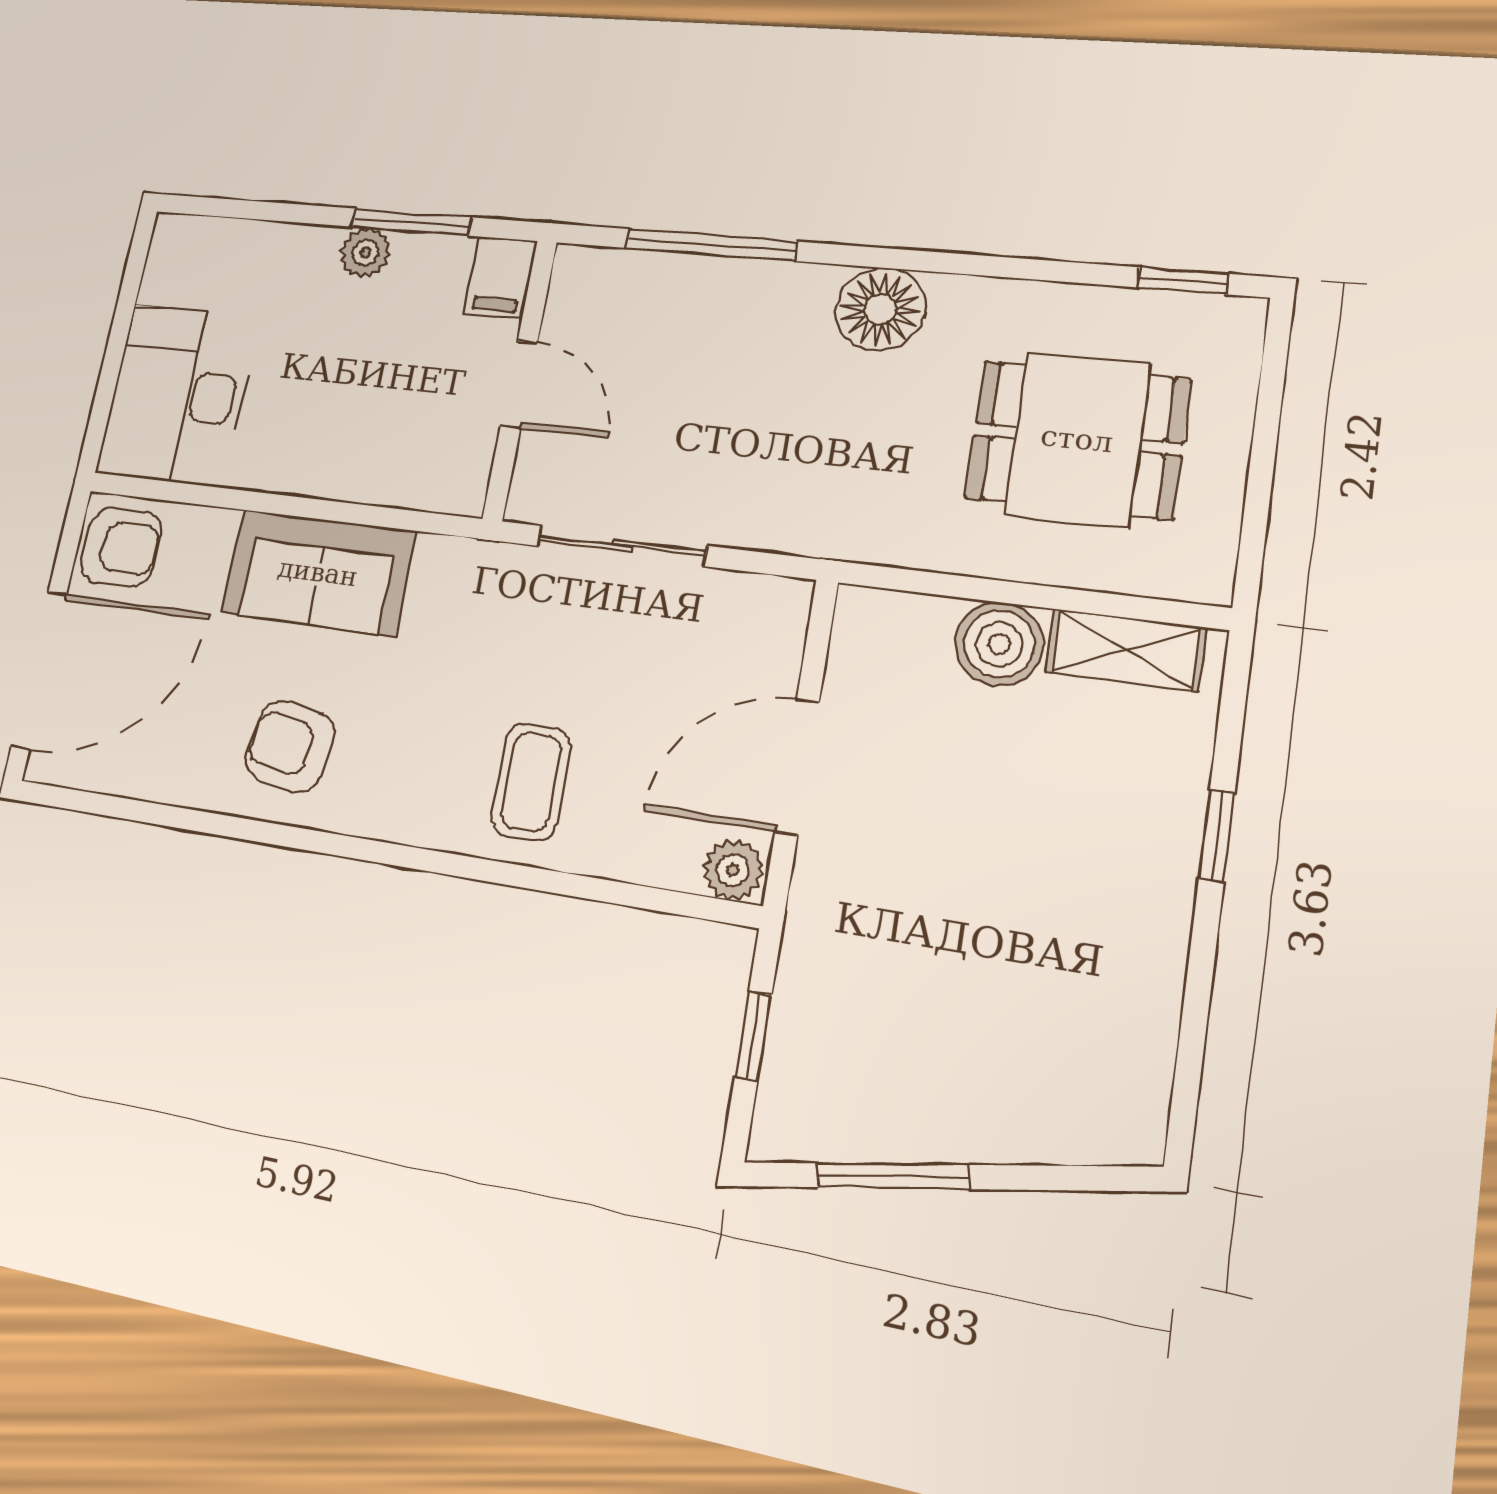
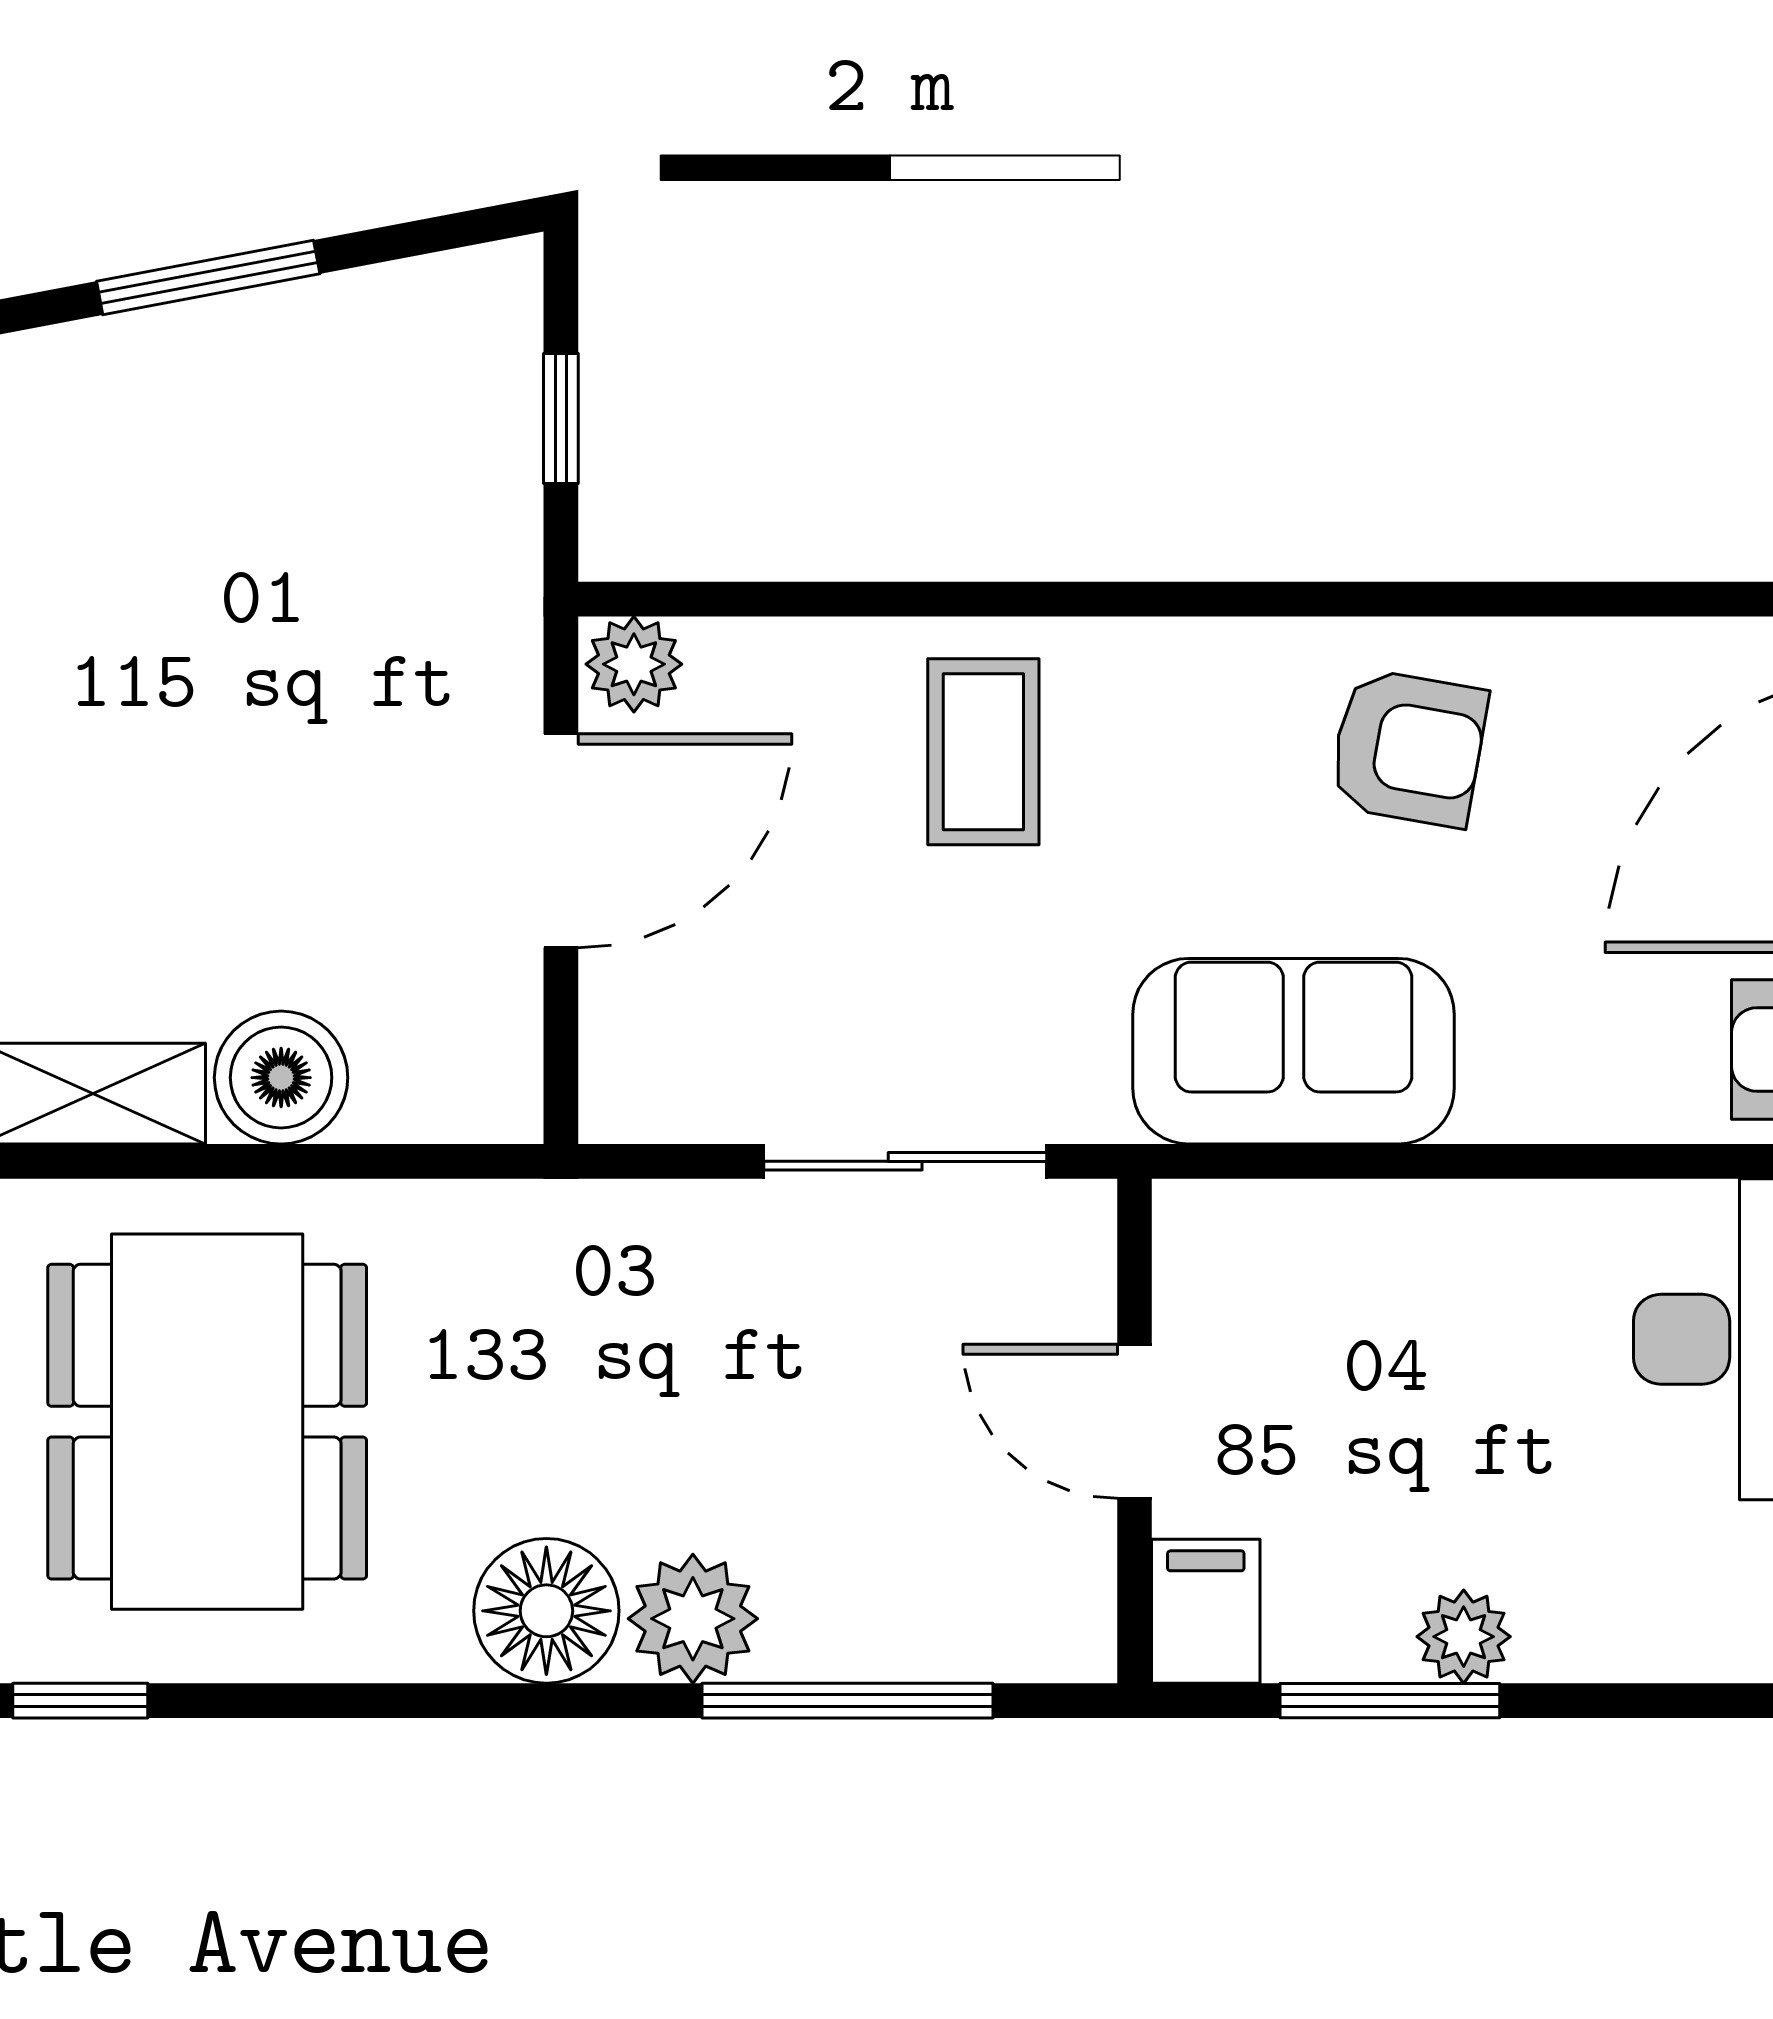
plant: (793, 297) -> (693, 1619), added
dining table: (1077, 439) -> (207, 1422), width x1.38
sofa: (318, 572) -> (1294, 1051), moved
window: (893, 1176) -> (208, 277), moved

